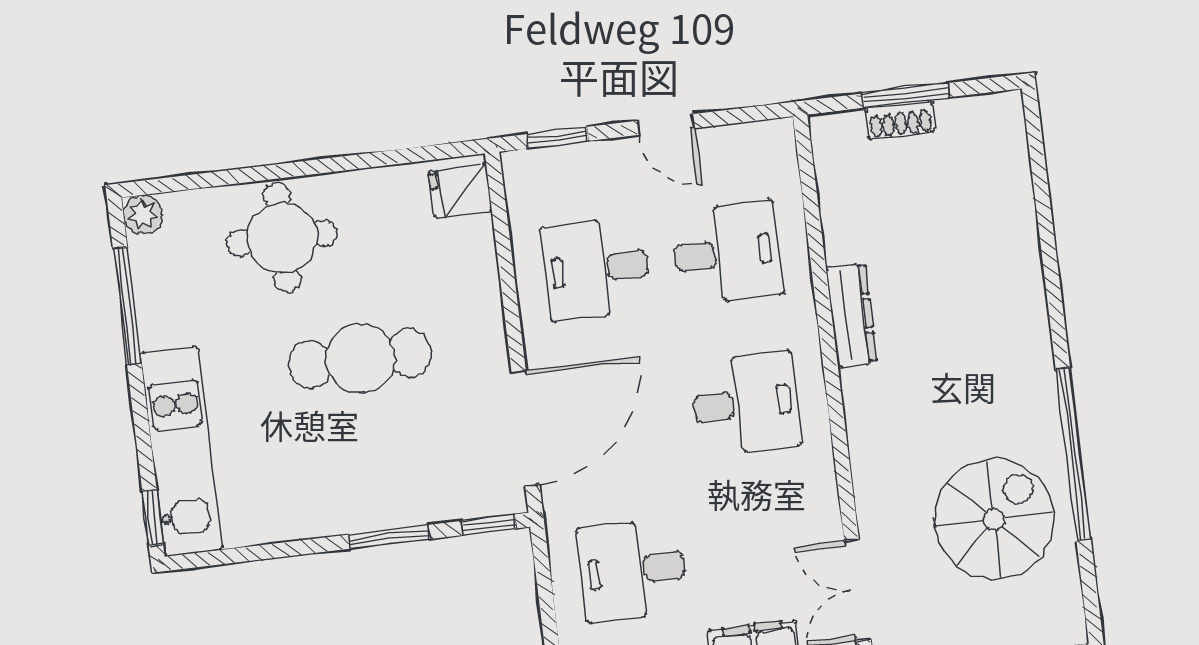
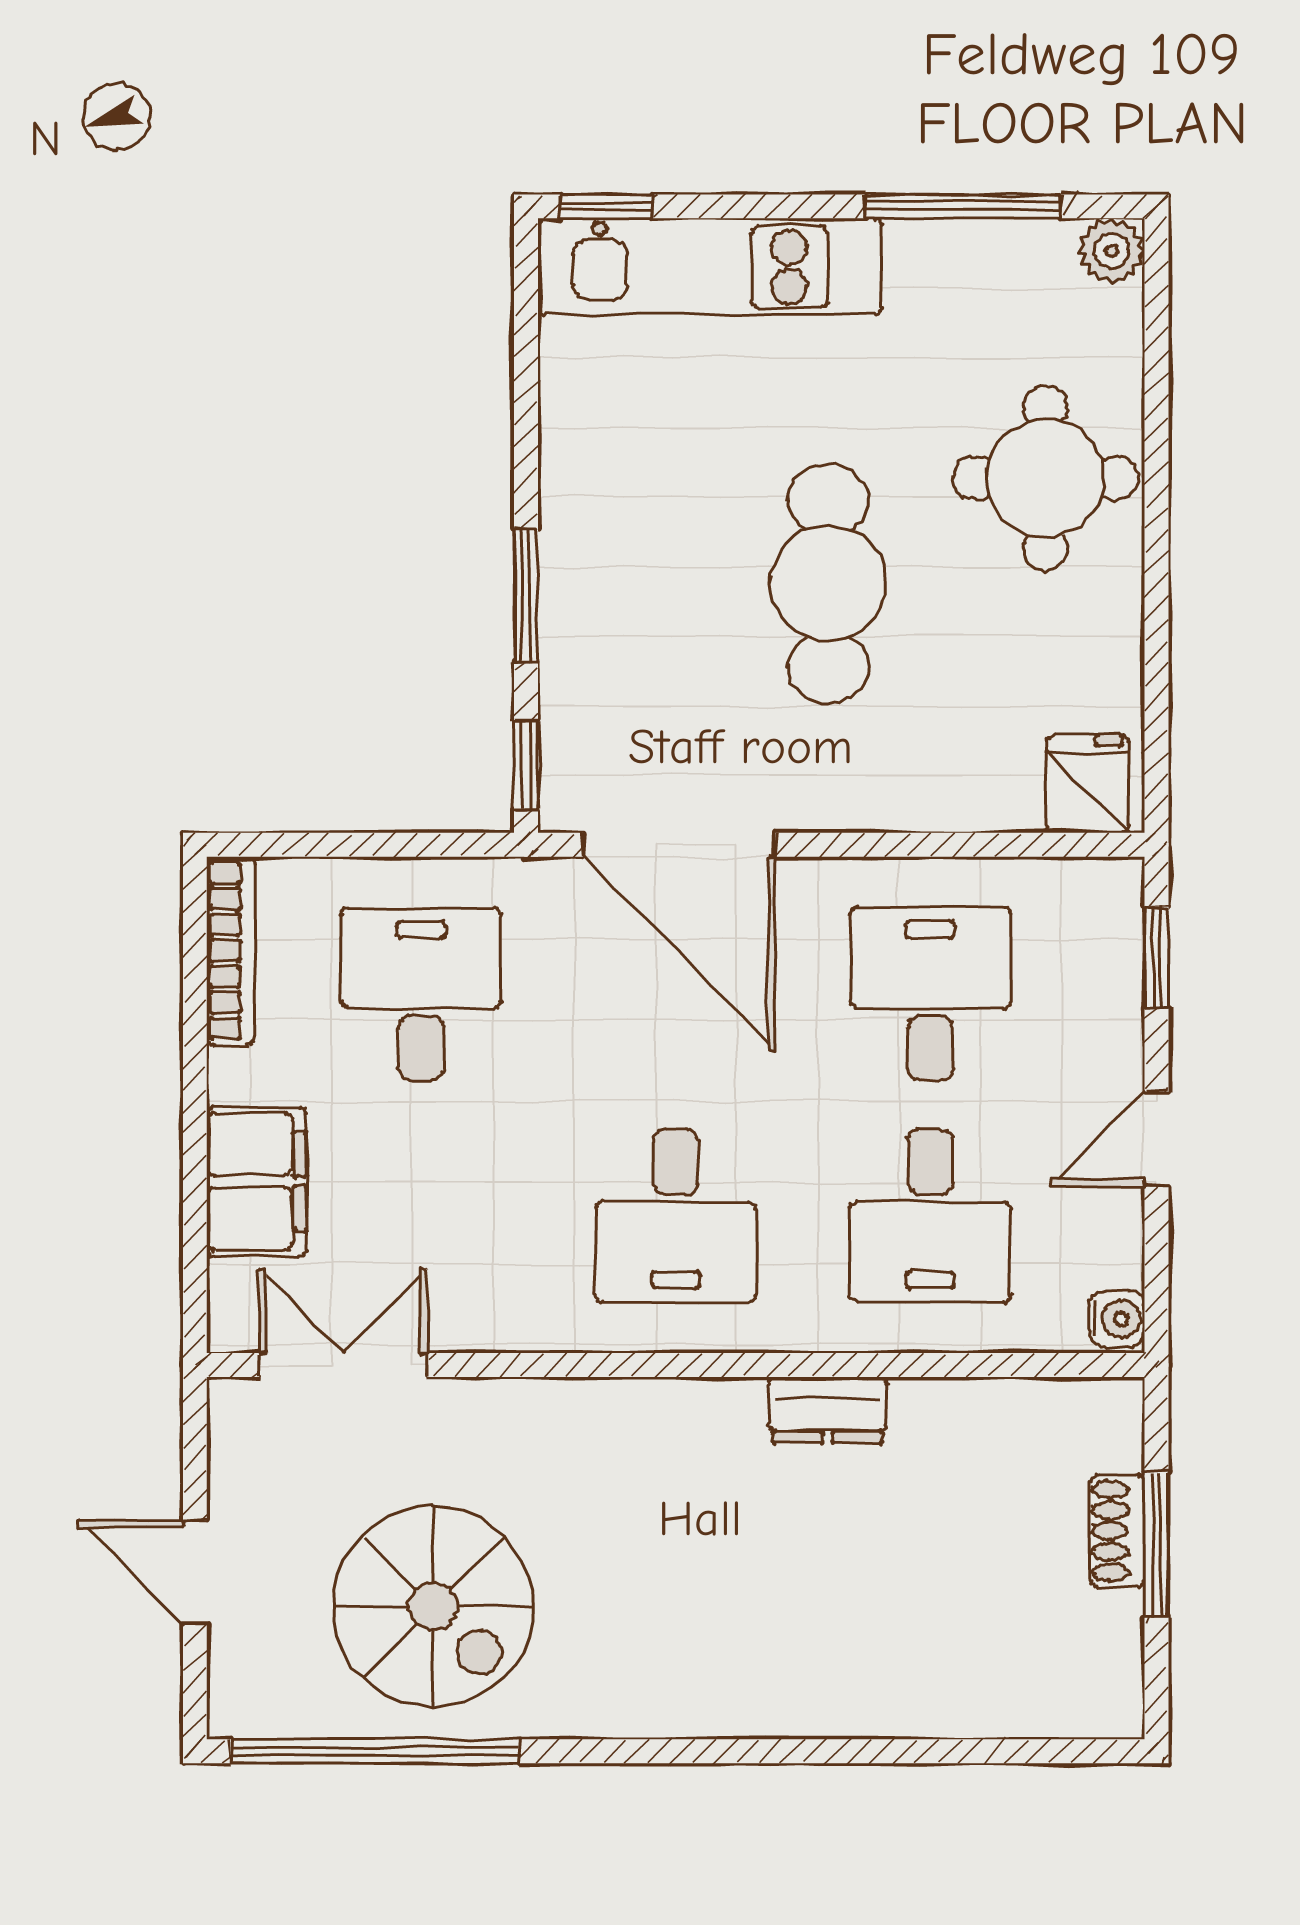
water cooler: (775, 135) -> (1117, 1319), added
dresser: (851, 315) -> (828, 1410), width x0.70
window: (1073, 454) -> (375, 1751), moved

